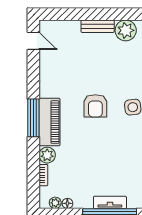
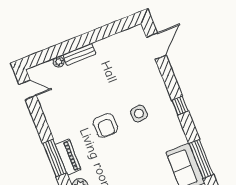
plant: (126, 30) -> (59, 62), moved, width x0.53, depth x0.53
piano: (49, 122) -> (68, 157), width x0.73, depth x0.75

